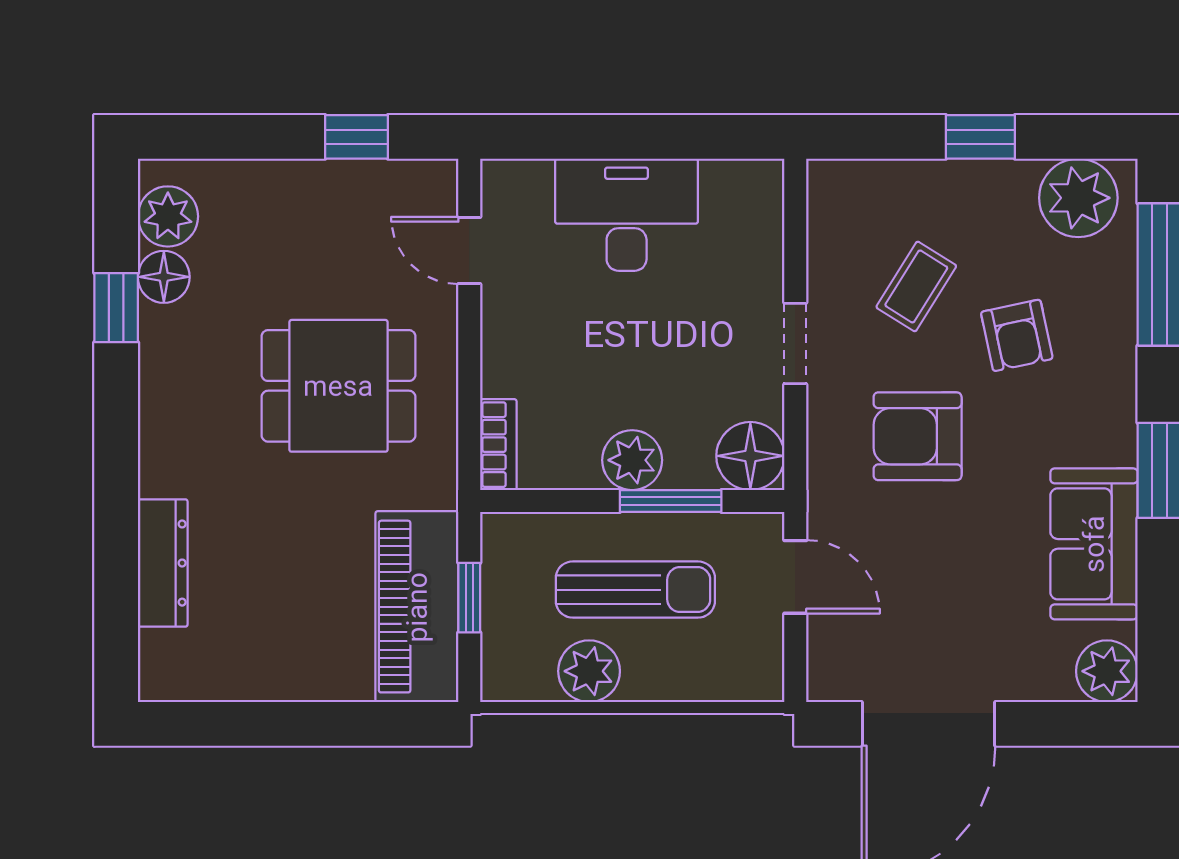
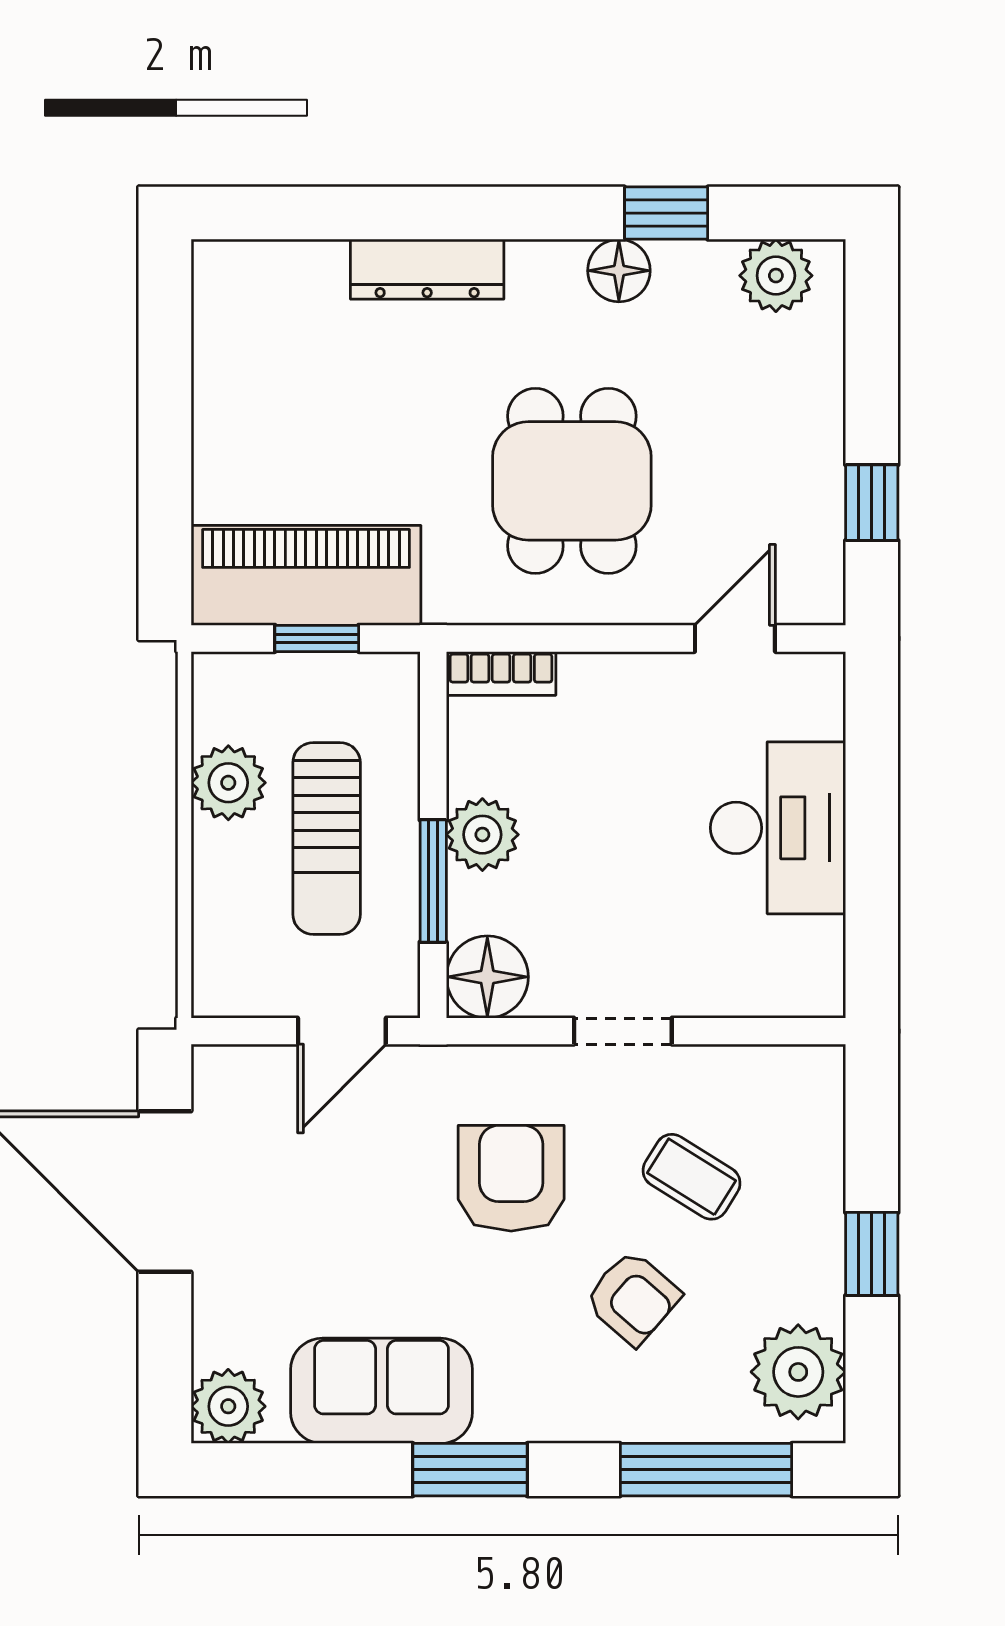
floor lamp: (164, 277) -> (619, 271), moved
armchair: (1017, 335) -> (633, 1298), turned -127
dresser: (163, 563) -> (427, 269), moved

